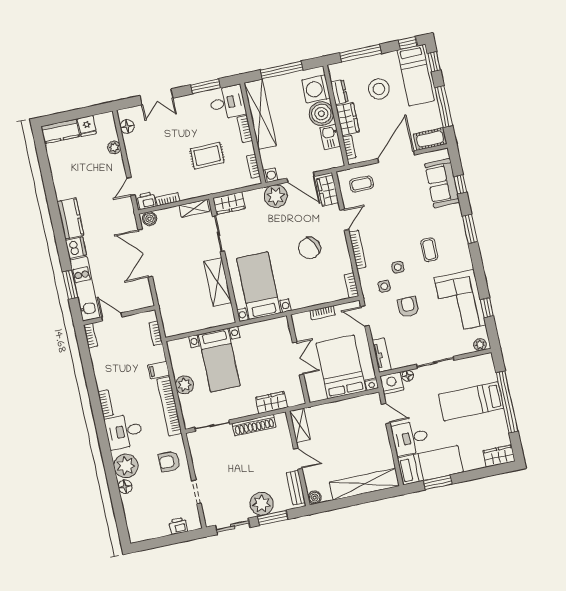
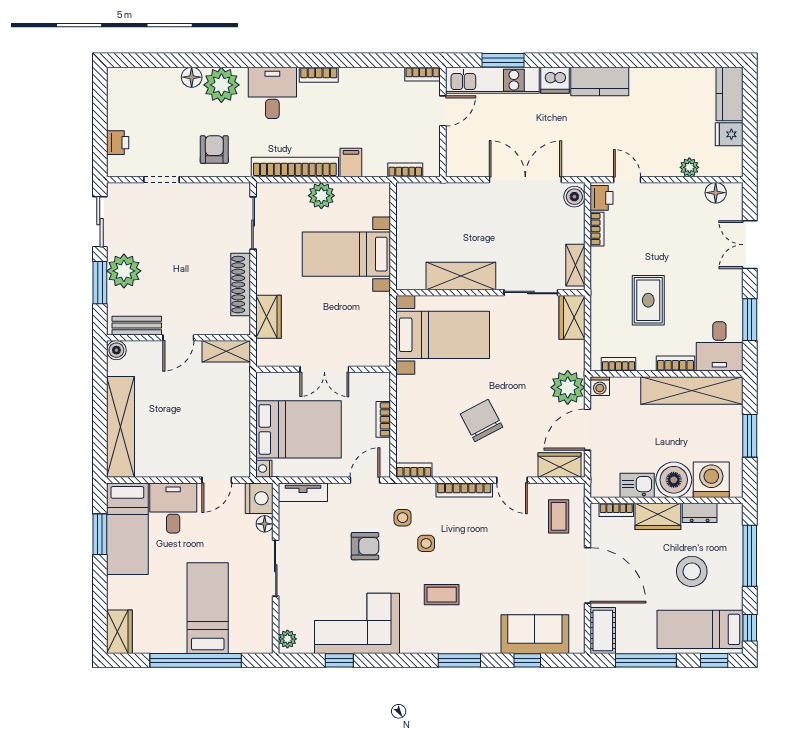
window: (282, 70) -> (750, 436), width x0.69

